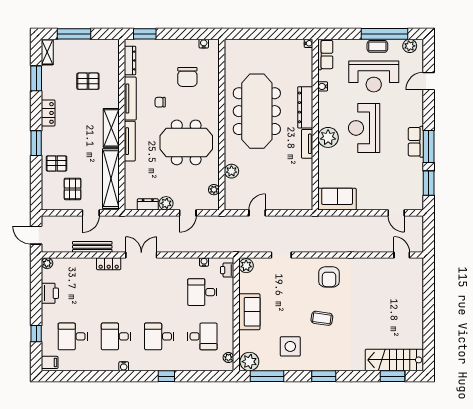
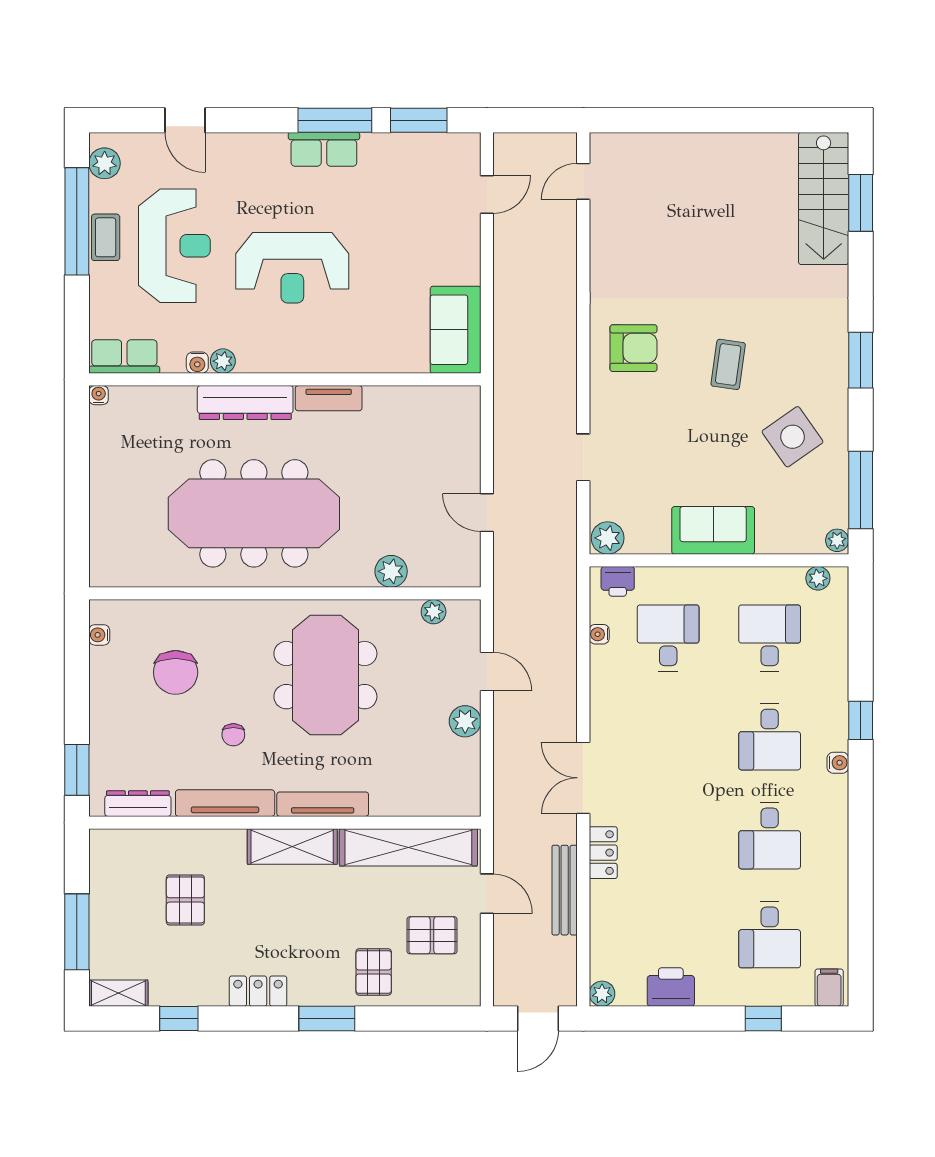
chair: (187, 77) -> (176, 672), turned 90
window: (36, 78) -> (179, 1018), width x0.67
plant: (328, 137) -> (223, 361), moved, width x0.53, depth x0.53
dresser: (148, 204) -> (467, 763), removed
desk: (202, 292) -> (668, 638), turned 180
side table: (290, 346) -> (793, 437), turned -35
plant: (249, 362) -> (837, 540), width x0.53, depth x0.53
water cooler: (124, 366) -> (838, 763), moved

